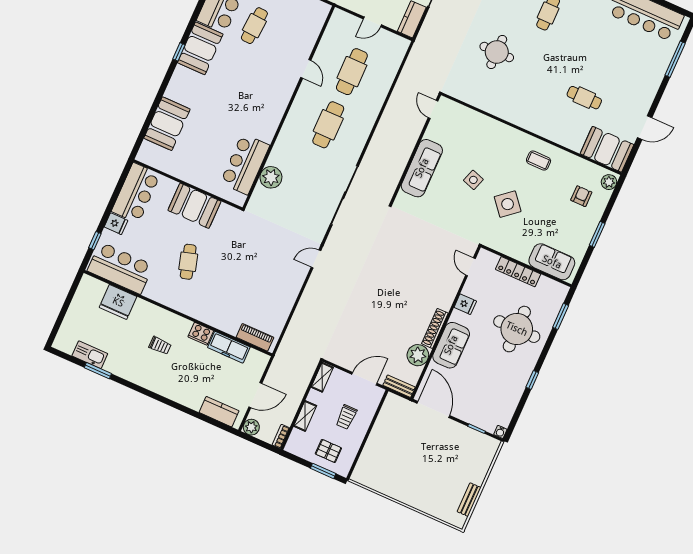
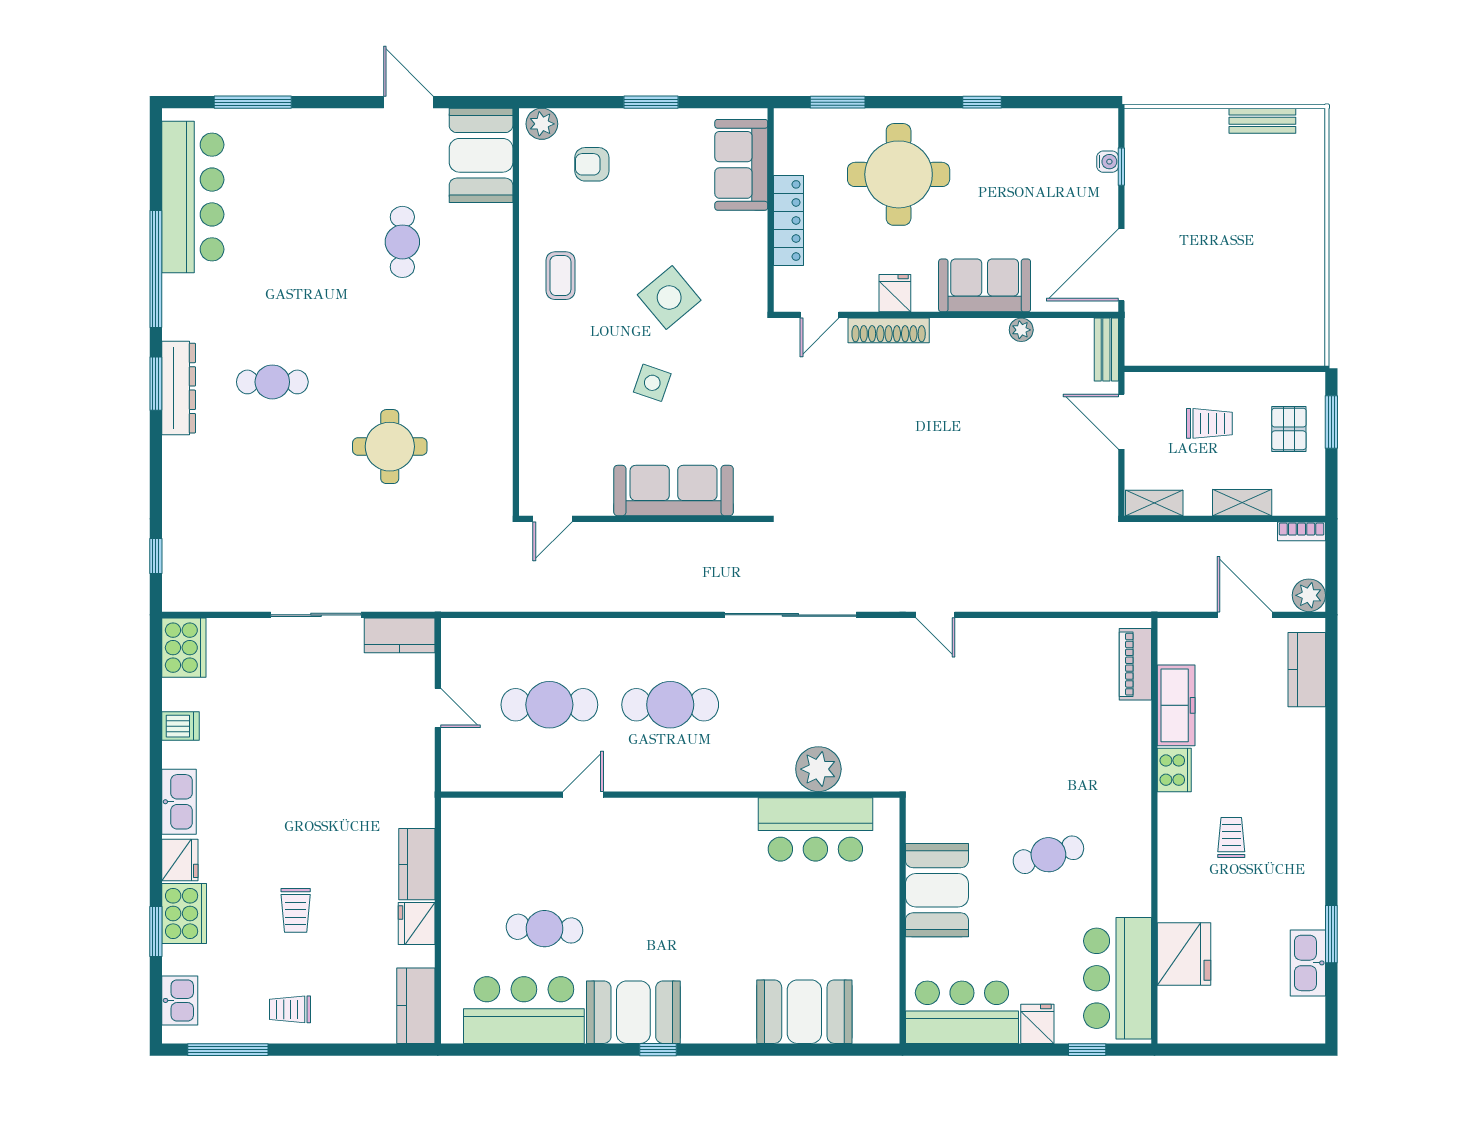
shoe rack: (435, 328) -> (889, 330), moved
plant: (418, 355) -> (1021, 330), width x0.53, depth x0.53
water cooler: (500, 432) -> (1108, 162), moved

